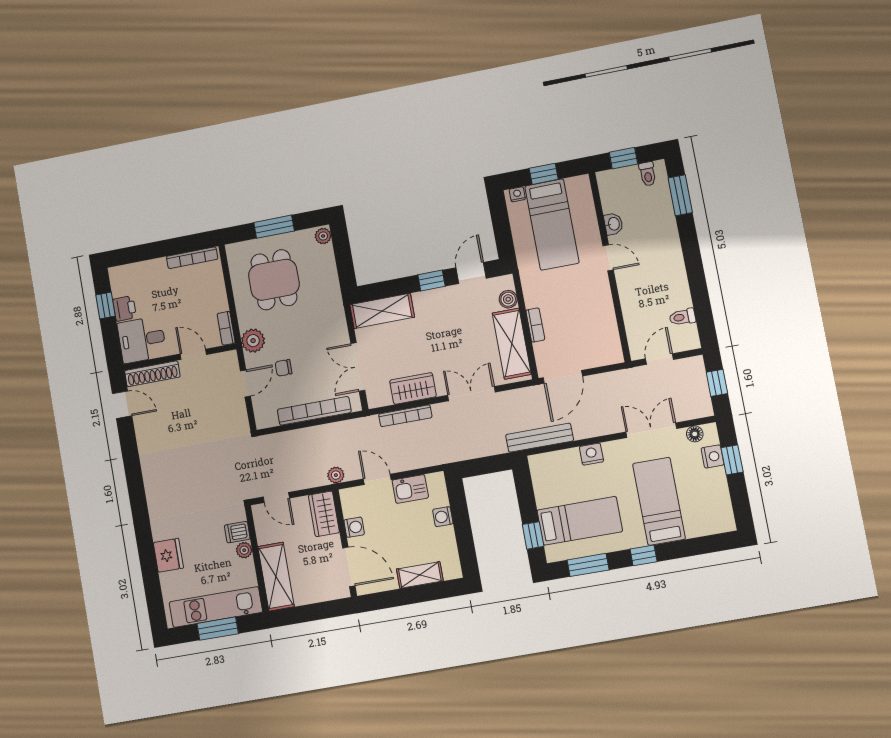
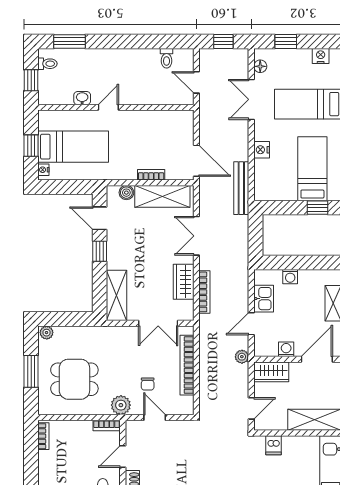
bookcase: (192, 258) -> (43, 436), width x0.64
nightstand: (713, 456) -> (321, 56), moved
plant: (244, 550) -> (289, 442), removed

